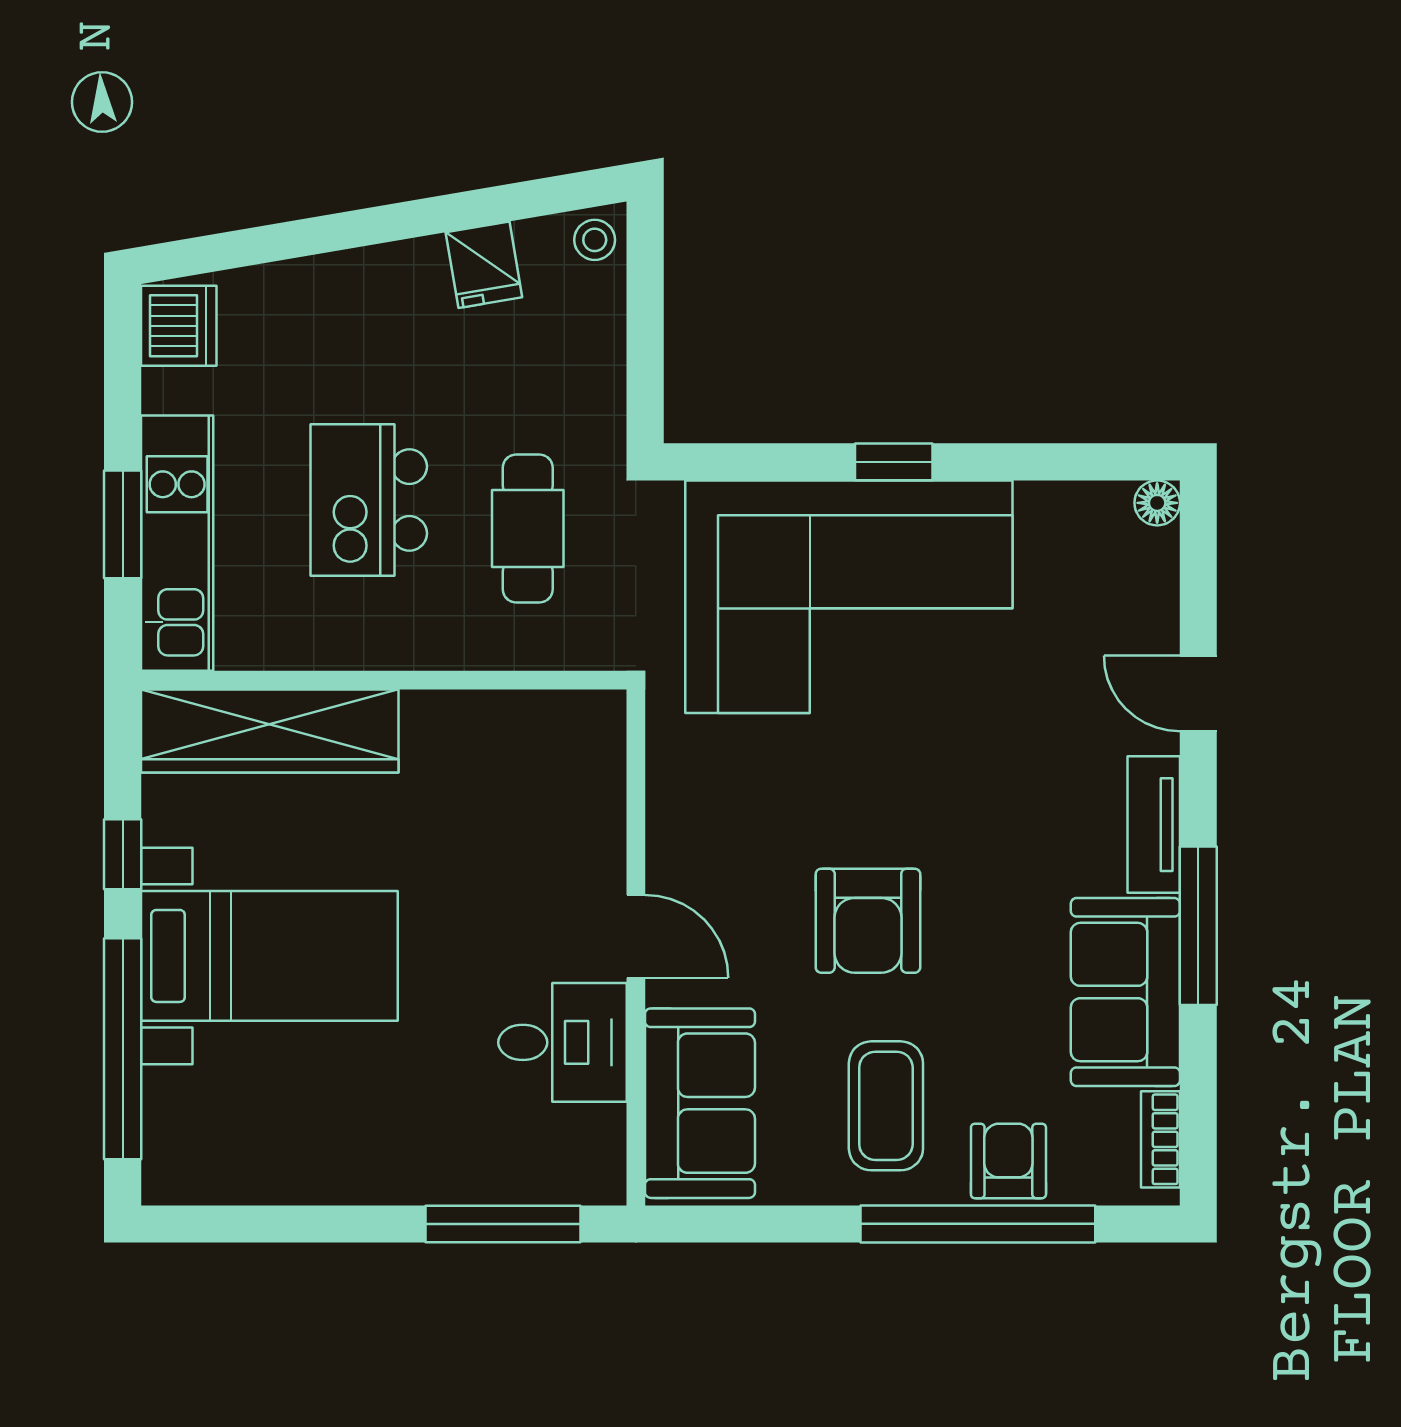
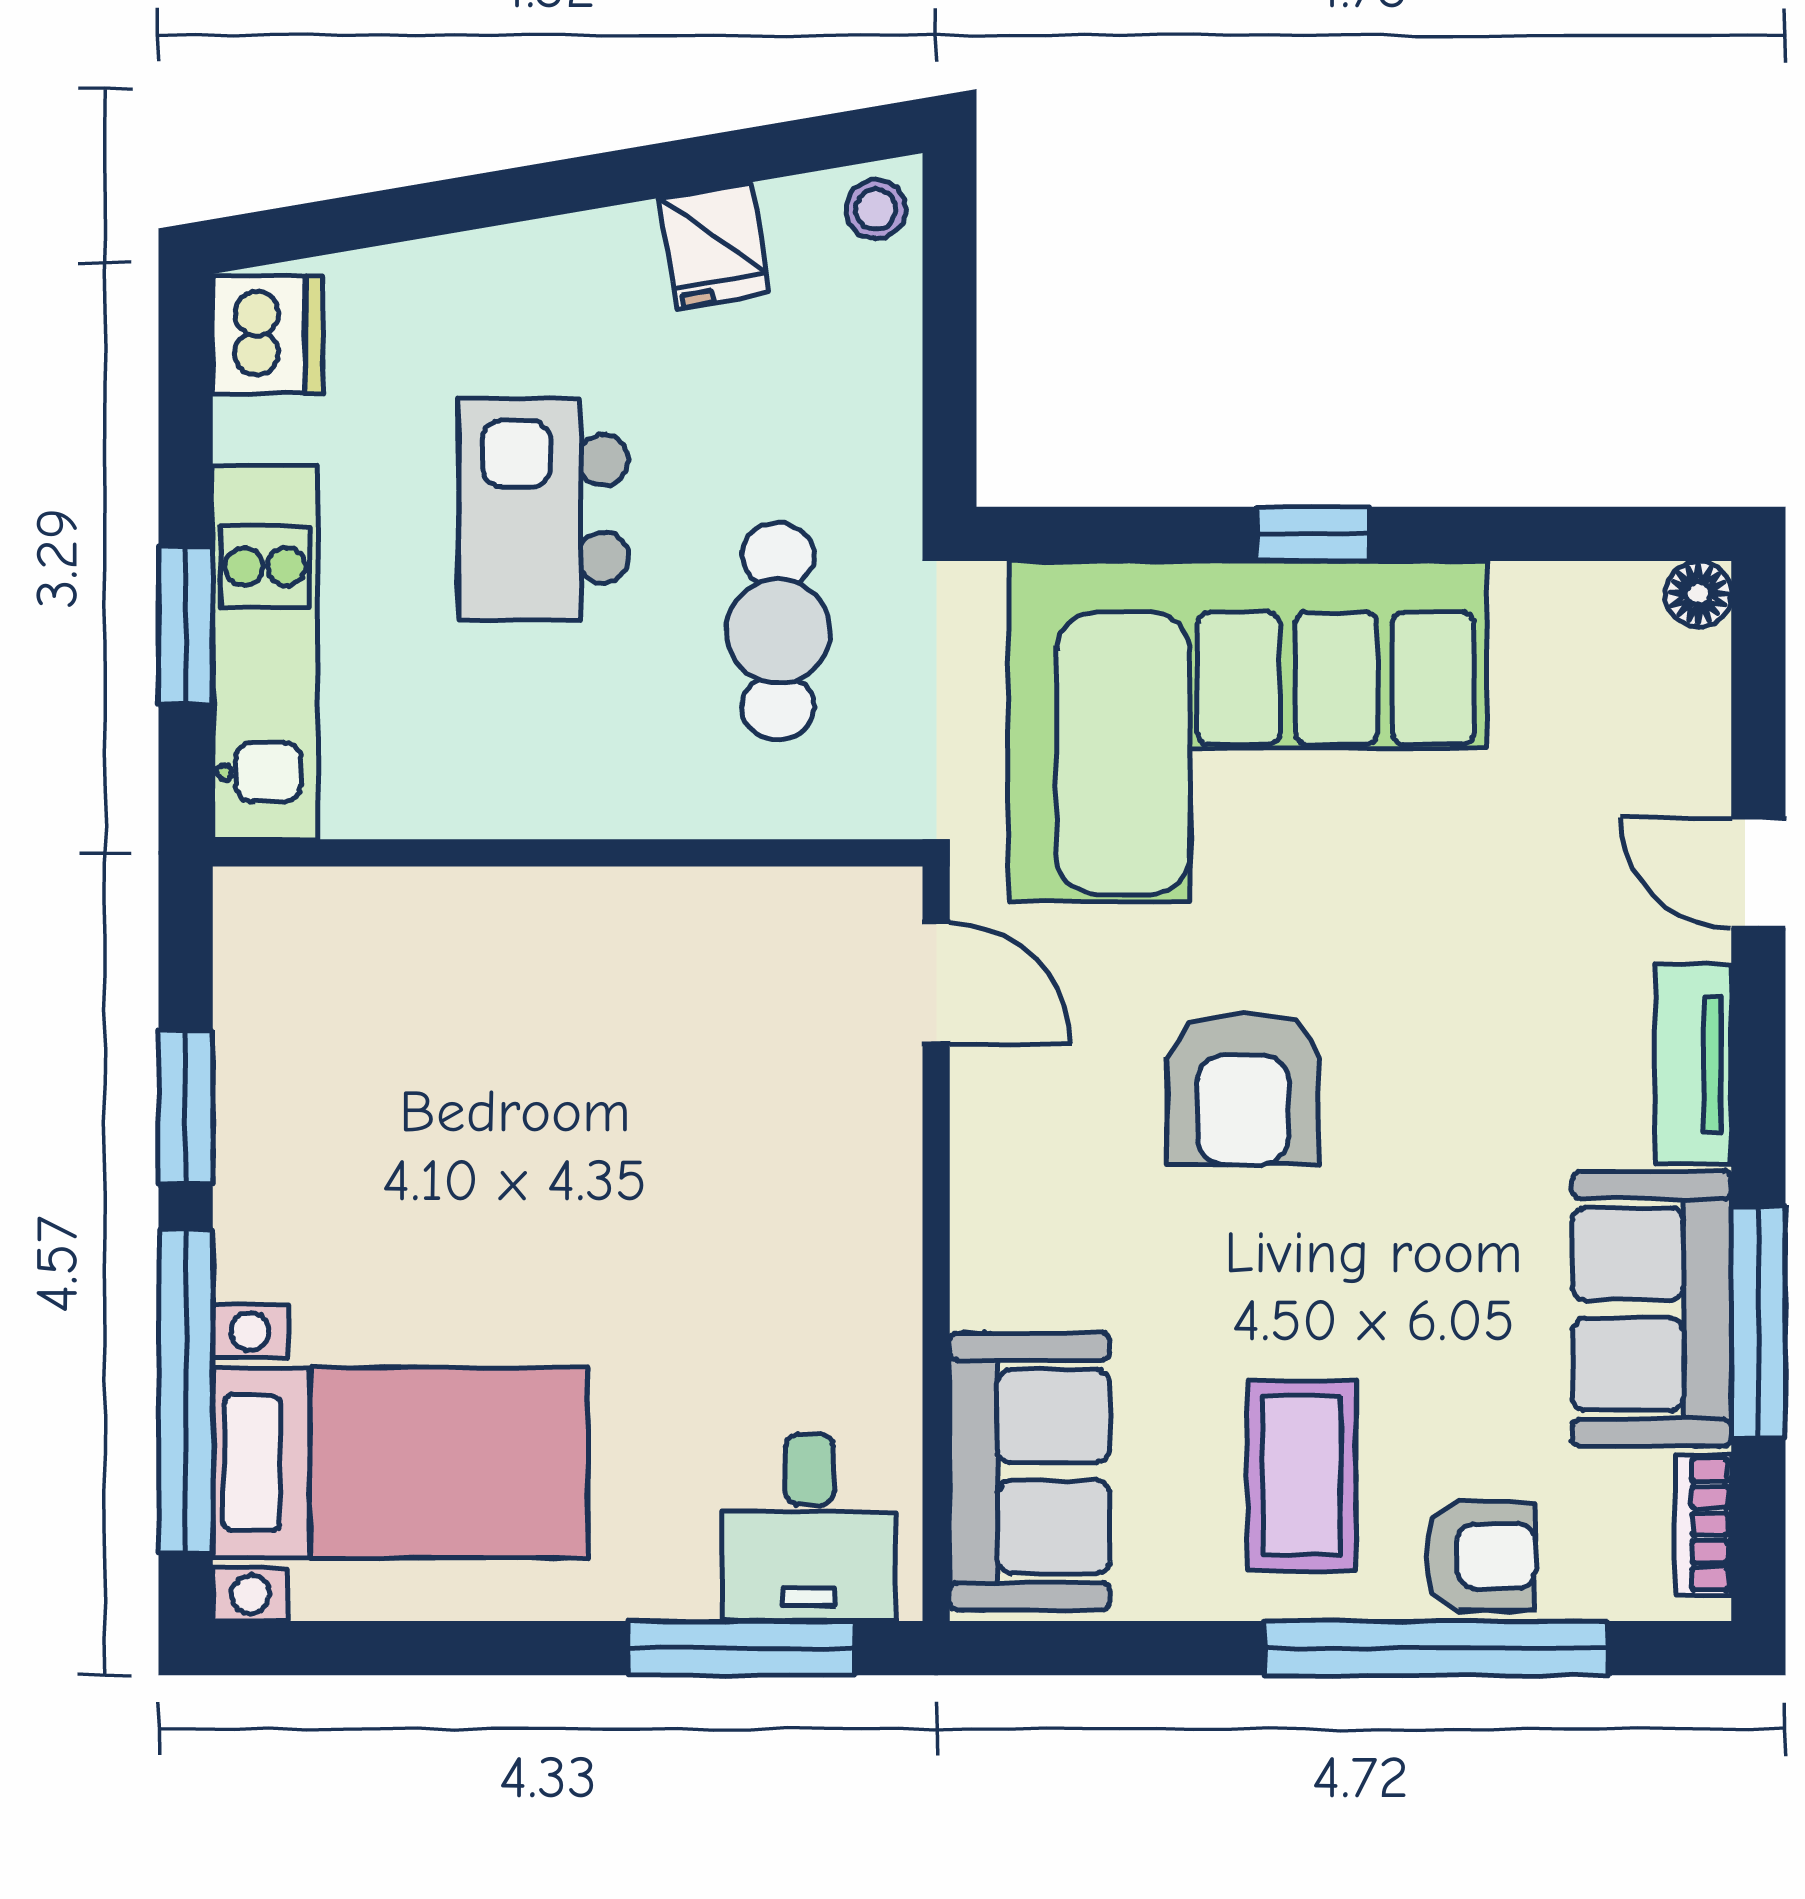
kitchen island: (369, 500) -> (543, 509), moved
wardrobe: (270, 731) -> (401, 927), removed
window: (123, 854) -> (186, 1108), width x1.50
armchair: (868, 921) -> (1243, 1088), moved
window: (1198, 926) -> (1758, 1323), moved
door: (636, 936) -> (936, 983), moved
bed with nightstands: (269, 956) -> (400, 1463), moved
desk: (563, 1042) -> (809, 1527), moved, turned 90
armchair: (1008, 1161) -> (1481, 1556), turned 90

